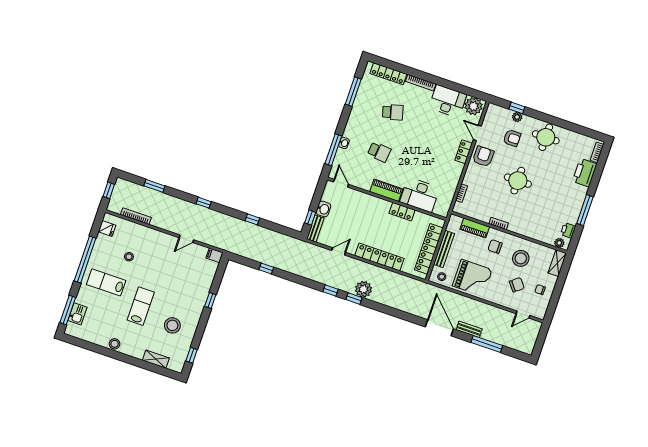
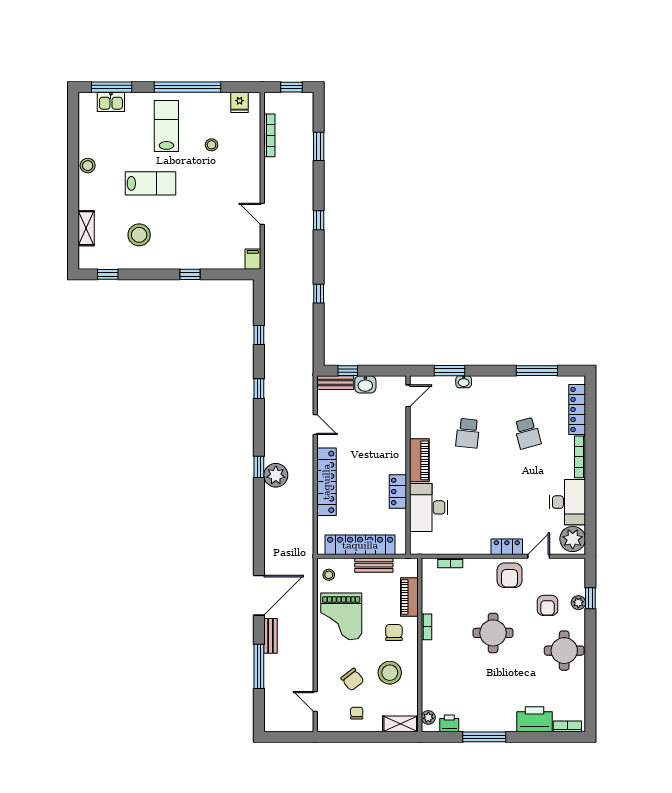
window: (333, 150) -> (450, 371), width x0.69
armchair: (483, 156) -> (510, 575), turned 90
bench: (444, 249) -> (374, 565), width x0.73
window: (331, 291) -> (259, 389), moved

